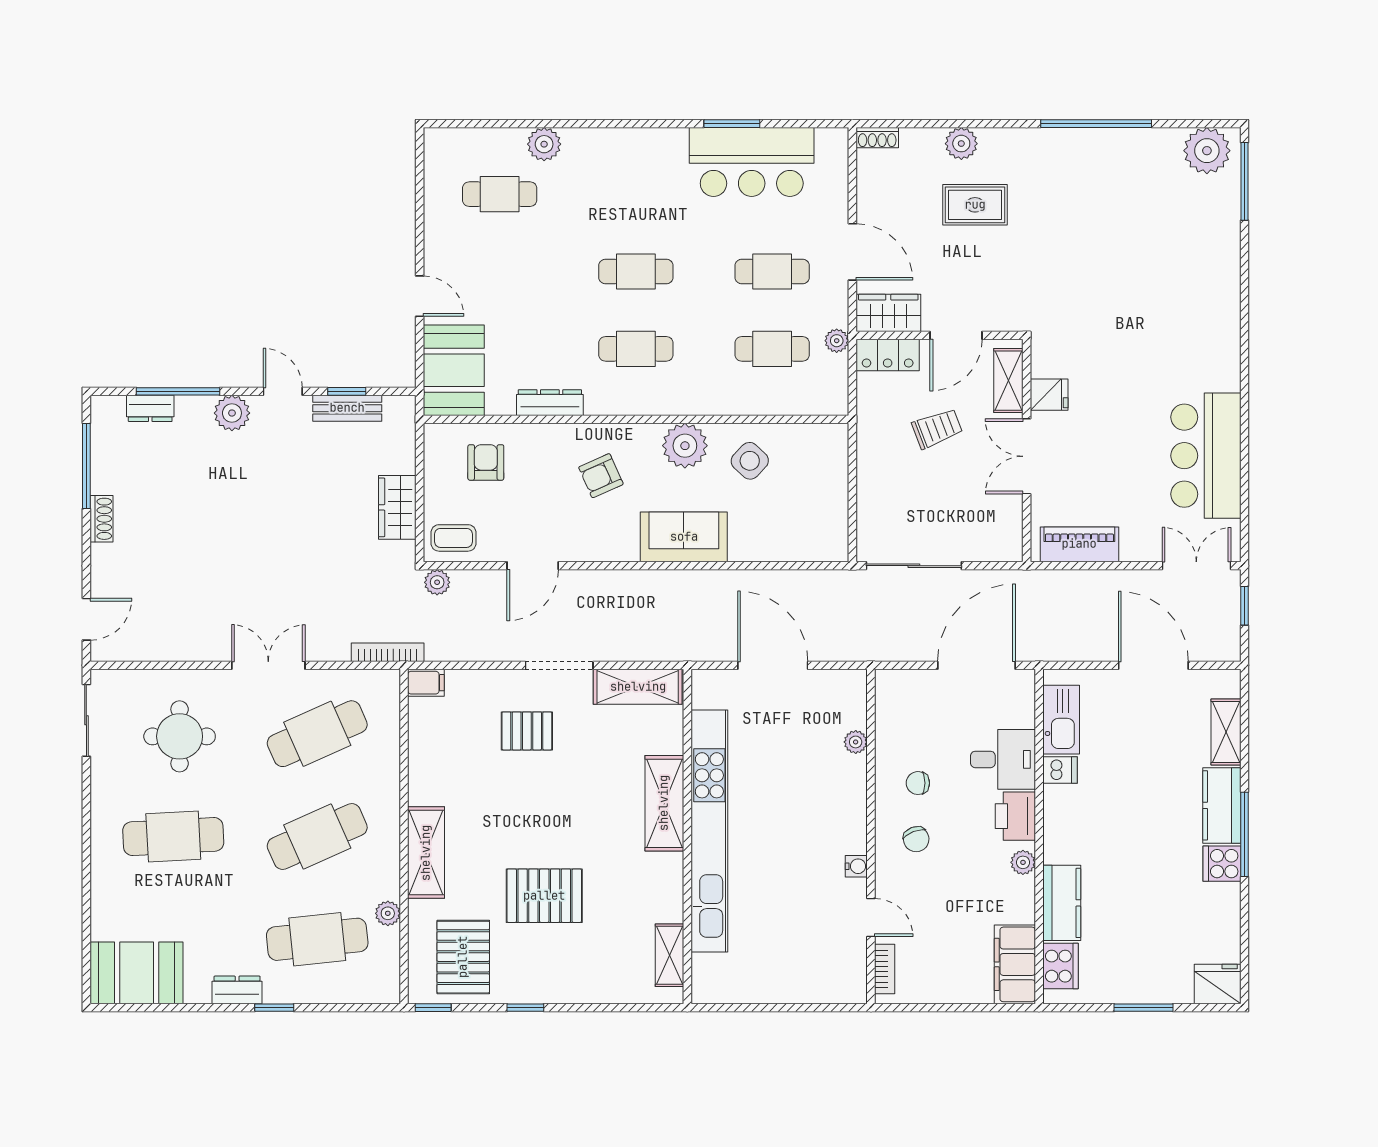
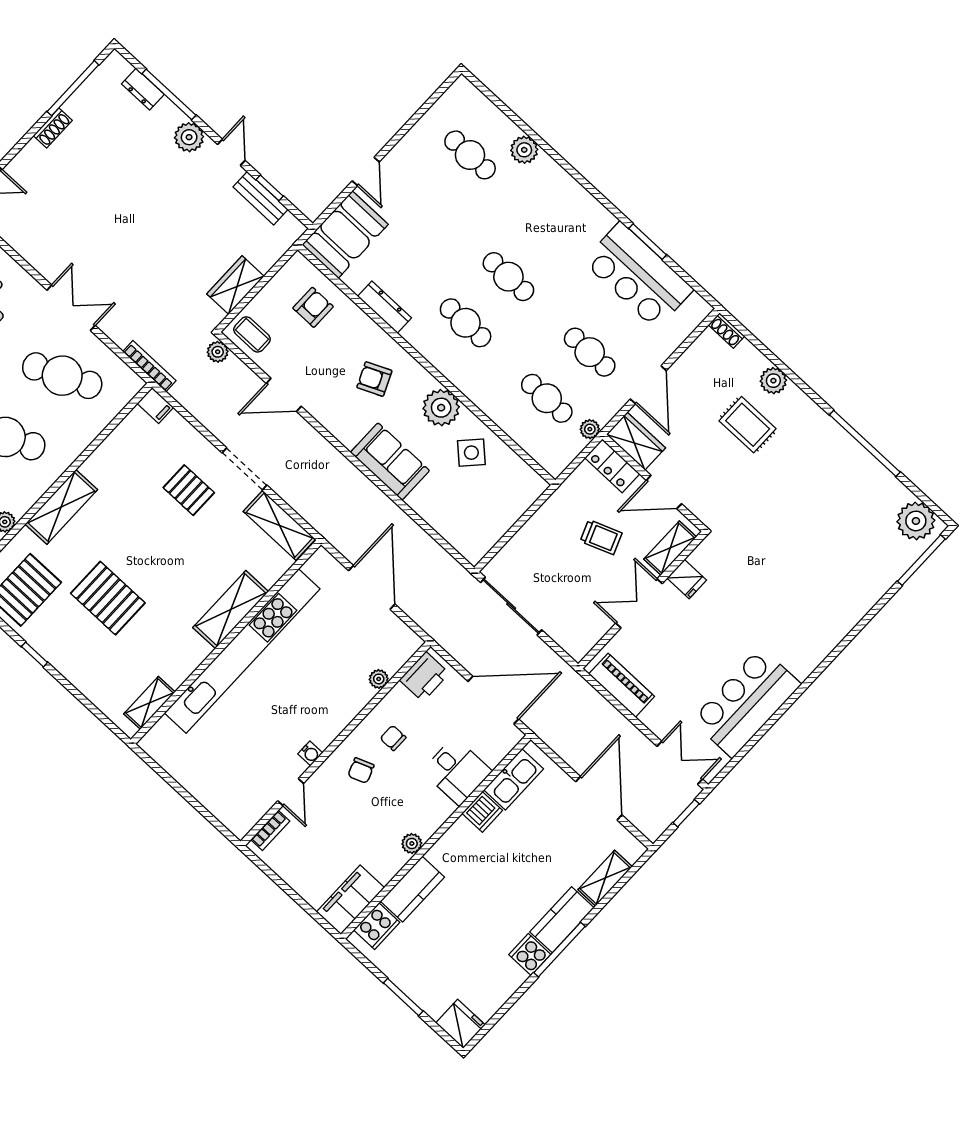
dishwasher: (1060, 770) -> (482, 812), width x1.38
printer: (1015, 816) -> (424, 677), moved, turned 180

